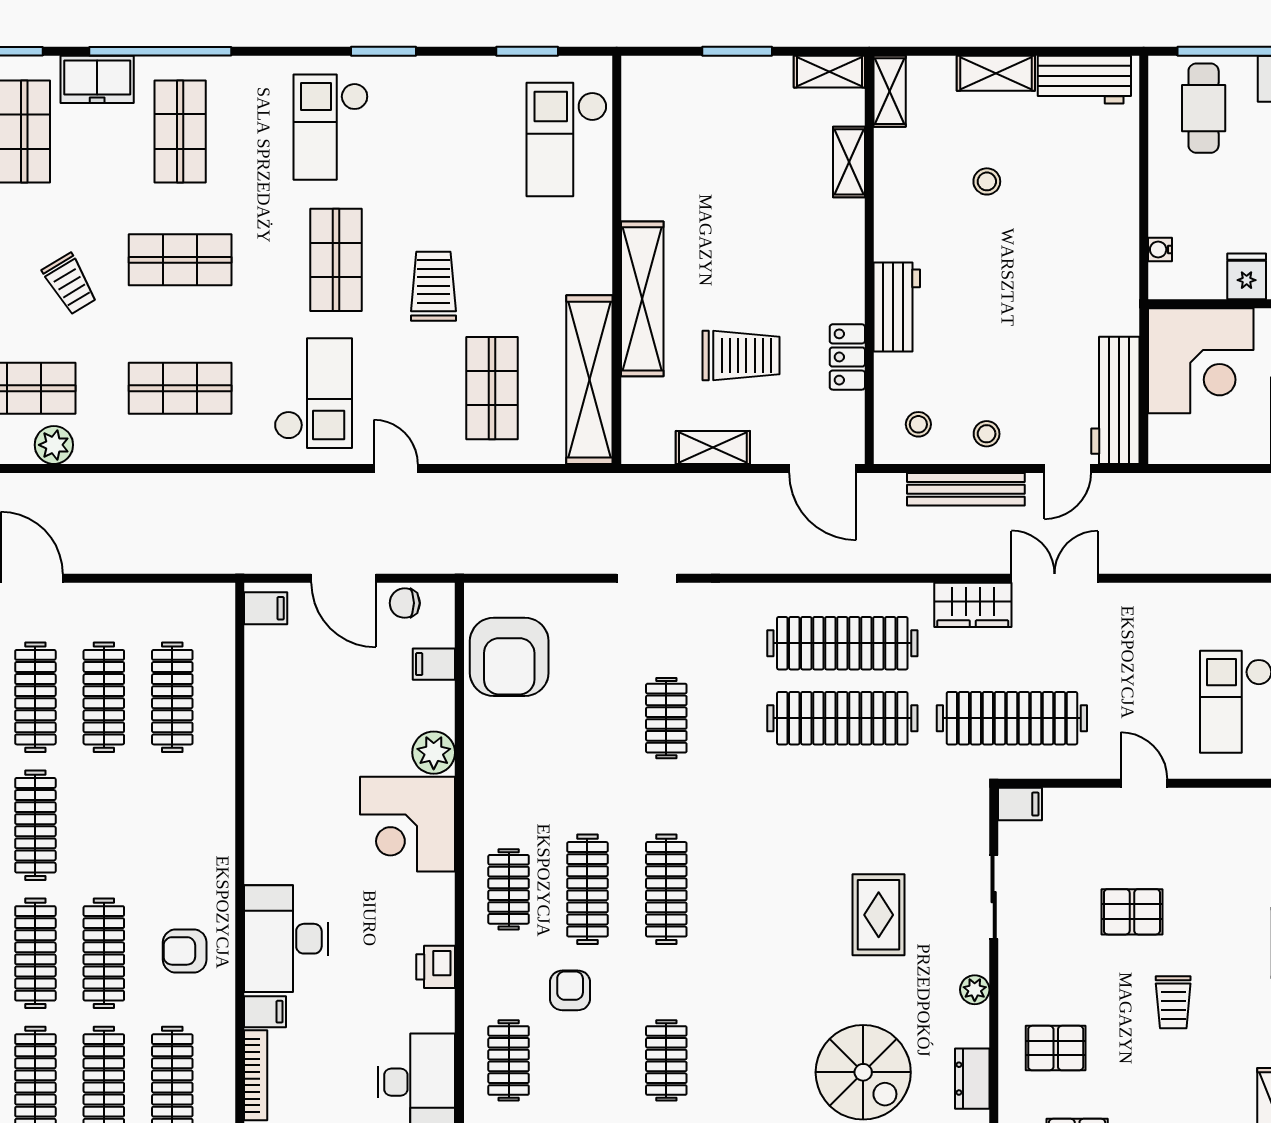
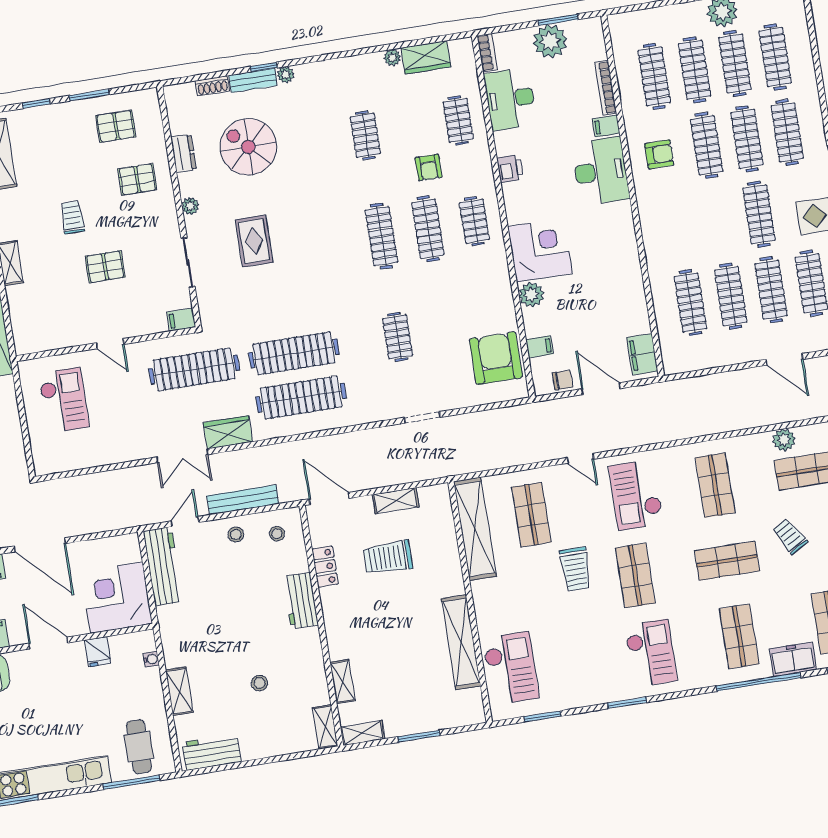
shelving: (996, 73) -> (179, 691), moved, turned 90
shelving: (642, 299) -> (461, 642), moved
shop shelf: (180, 388) -> (715, 485), turned 90
filing cabinet: (266, 608) -> (642, 354), width x2.00

